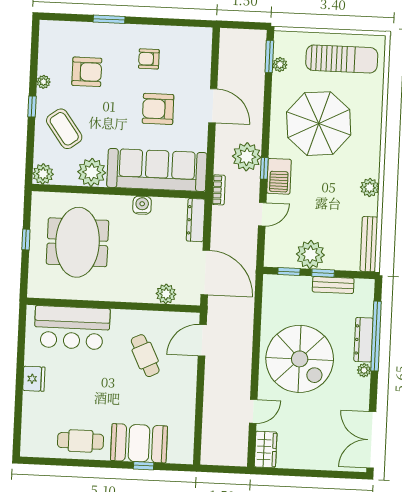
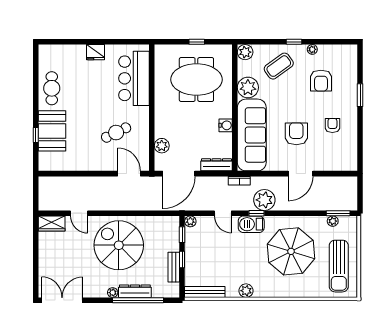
plant: (310, 255) -> (190, 221), moved, width x0.53, depth x0.53
spiral stairs: (300, 359) -> (119, 245), turned 90

